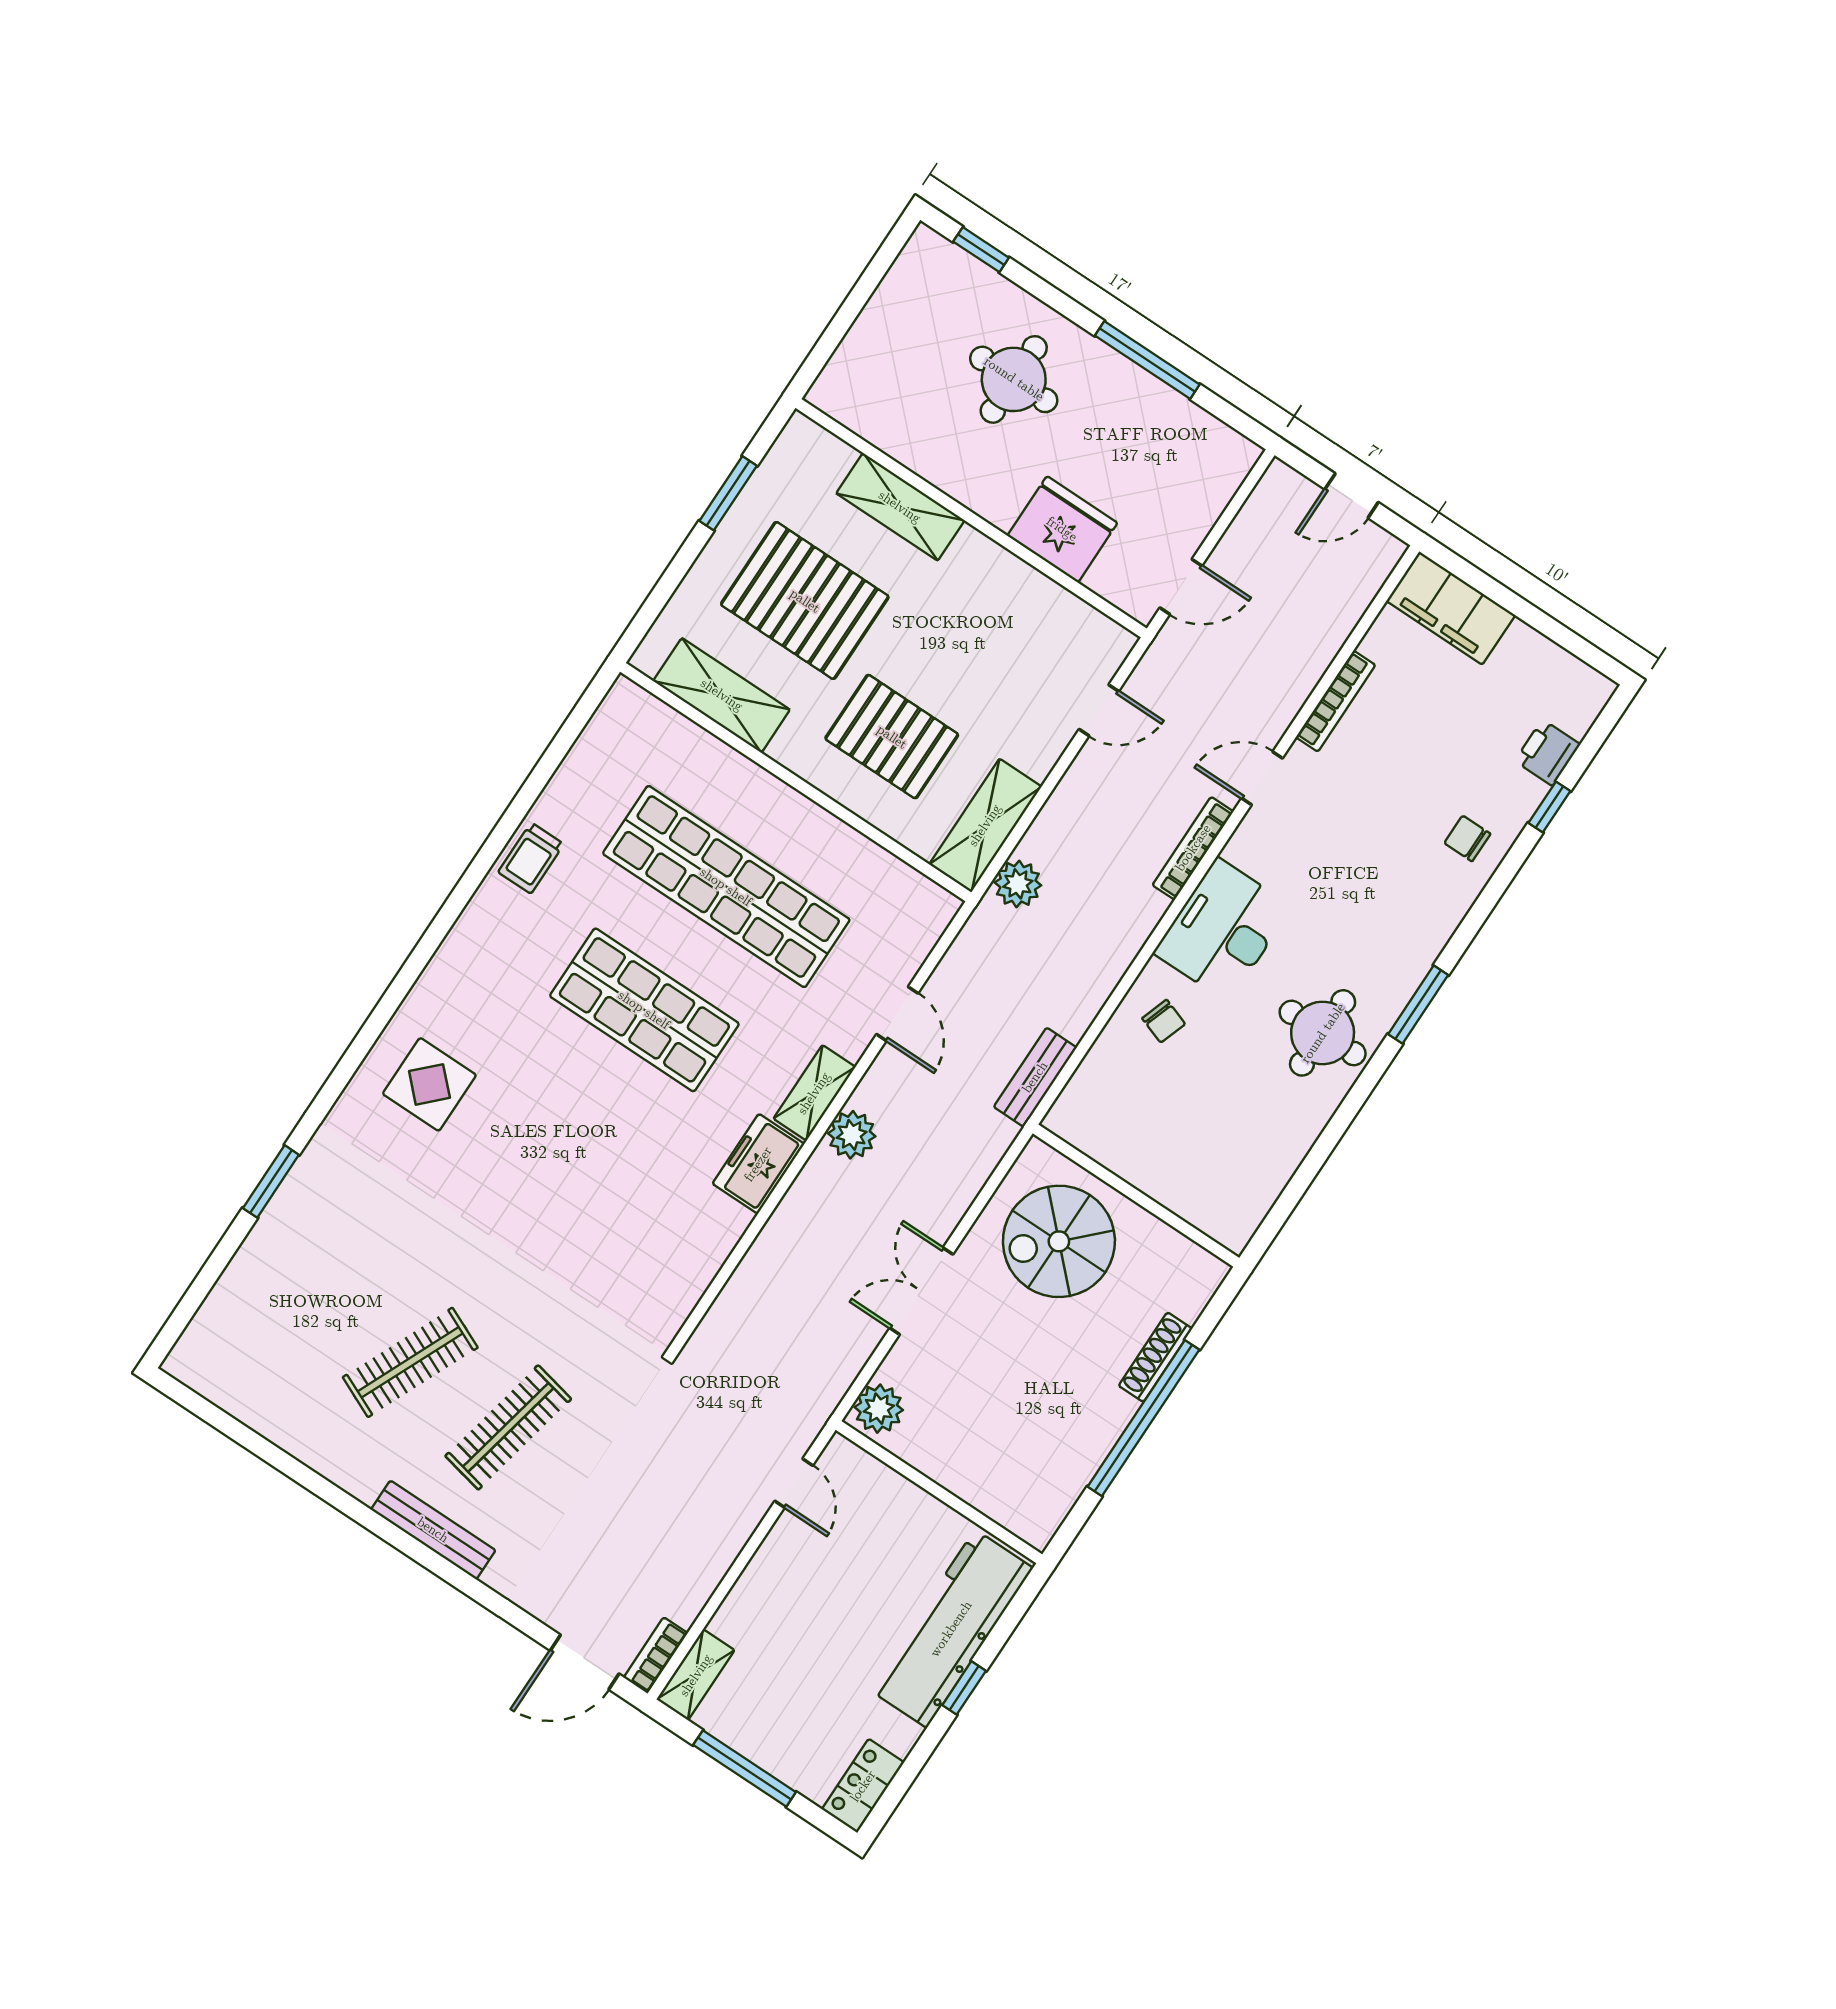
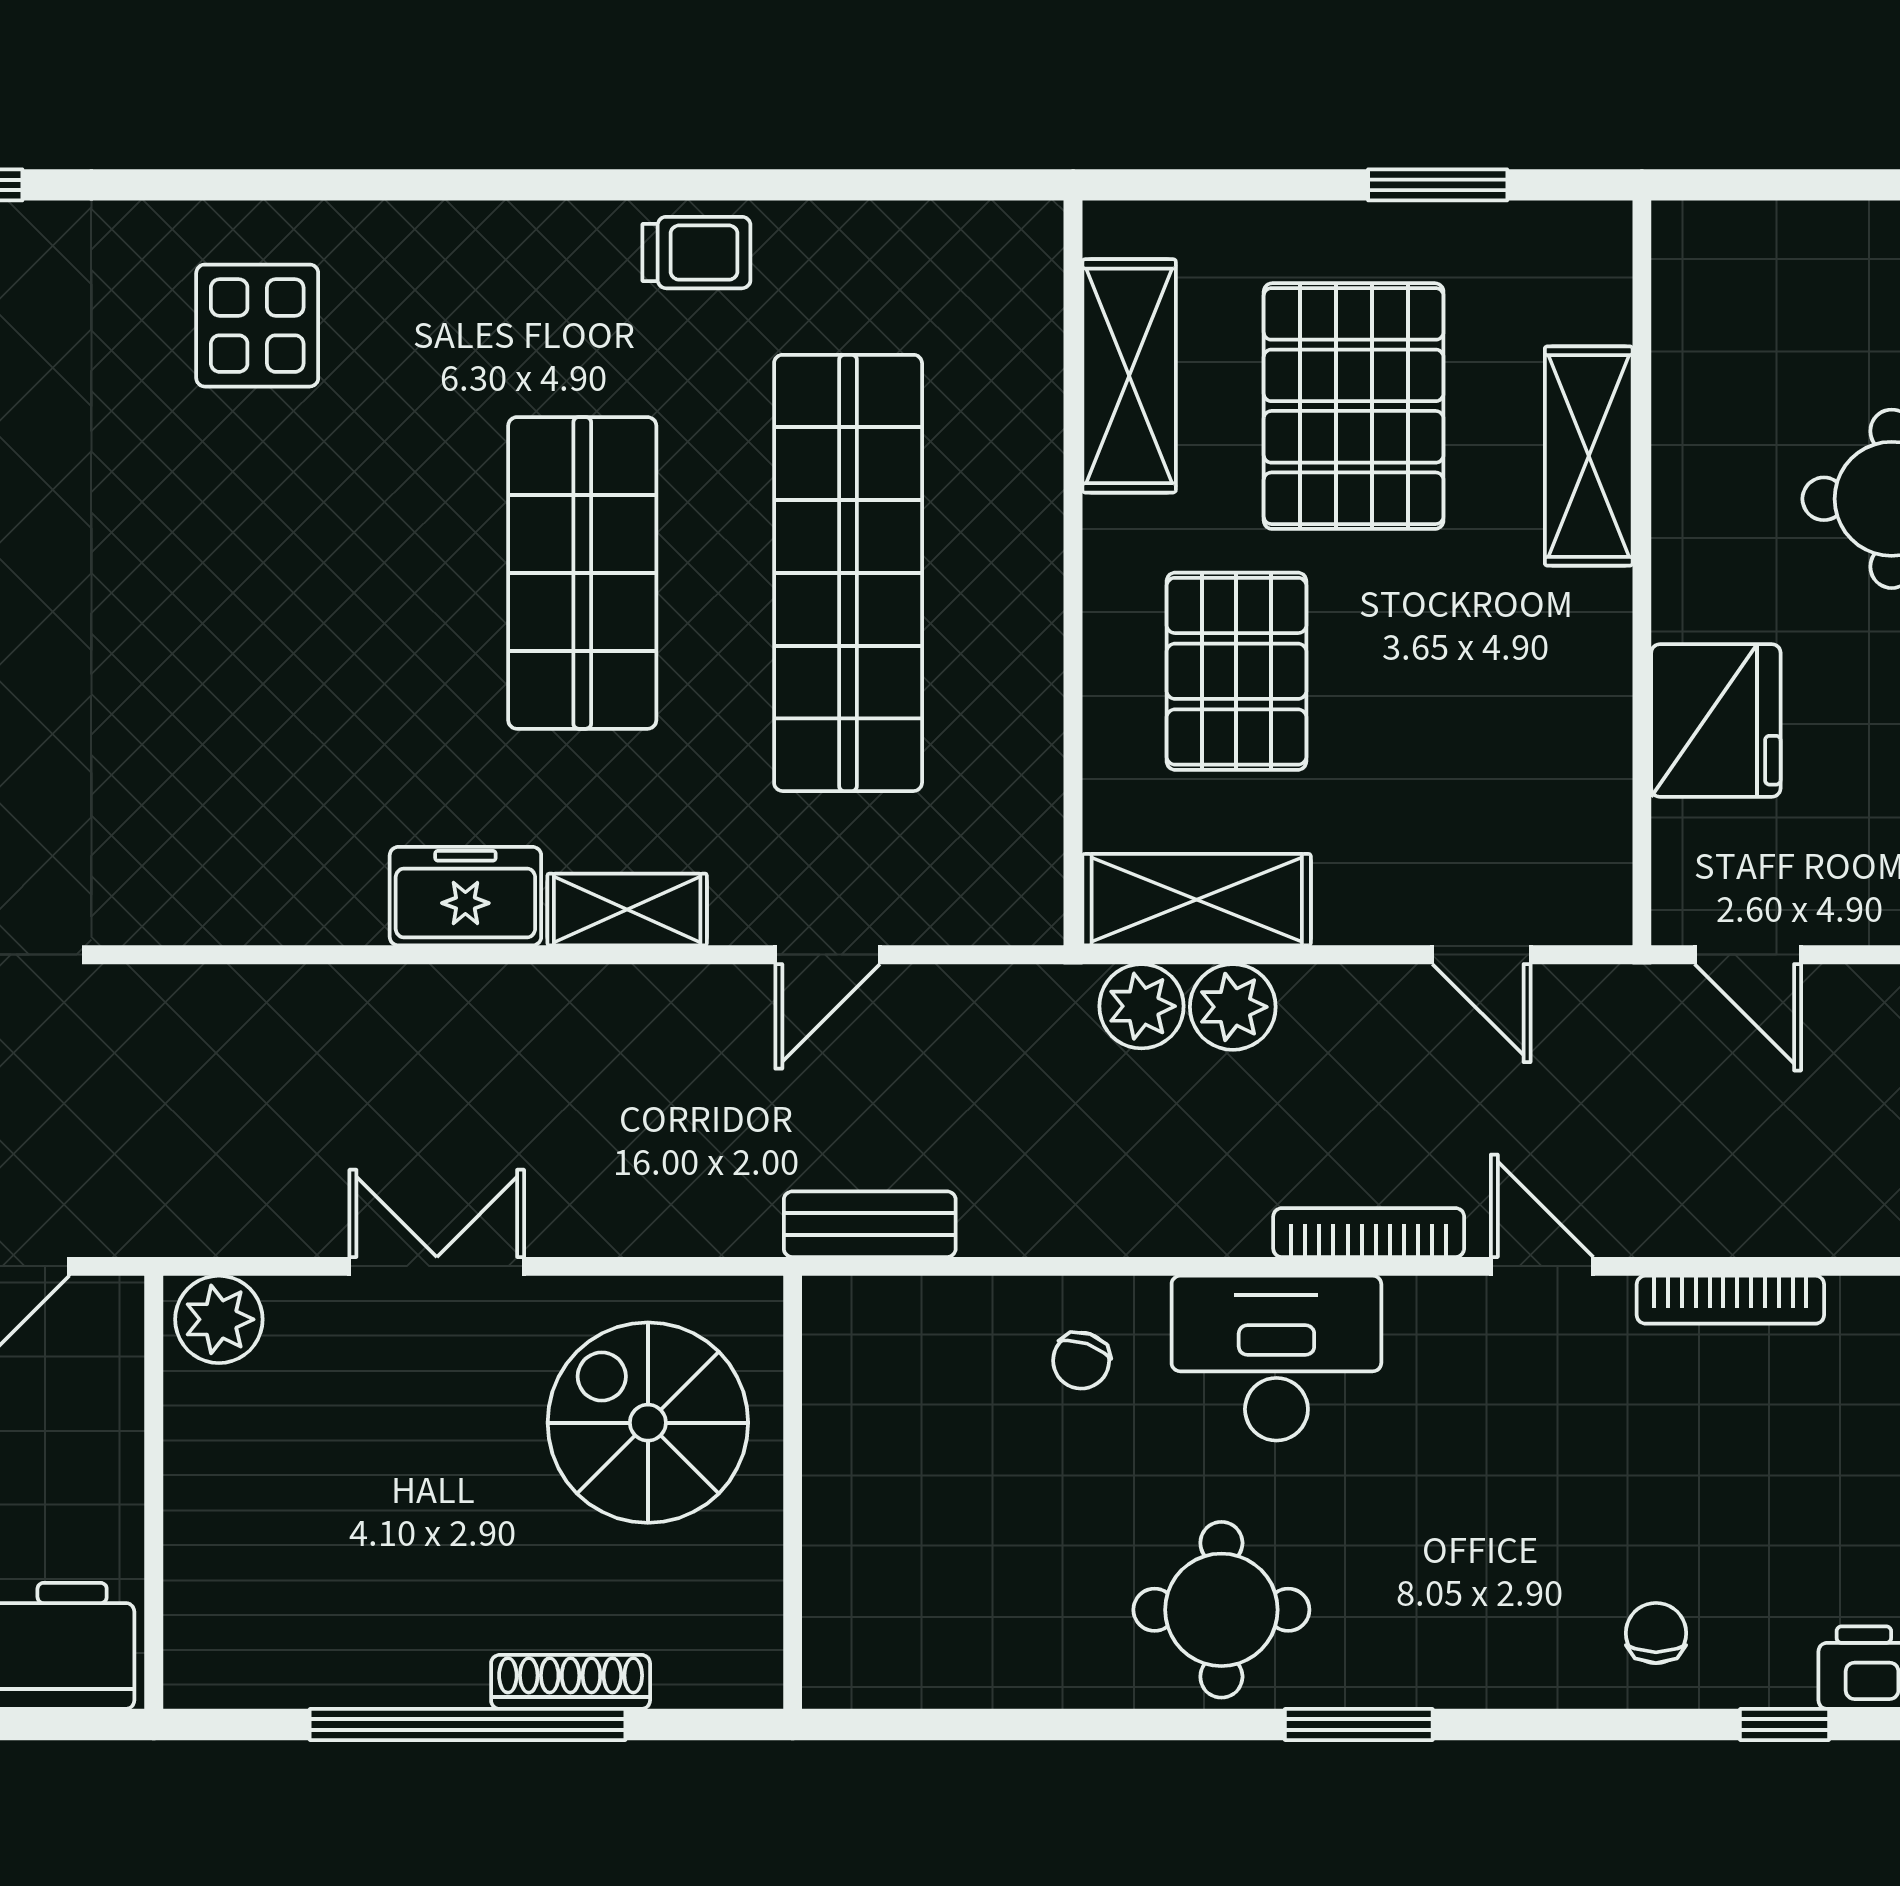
trolley: (531, 858) -> (696, 253), turned 180
plant: (852, 1135) -> (1233, 1007), moved

